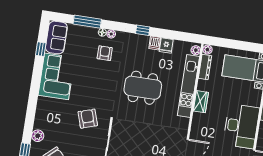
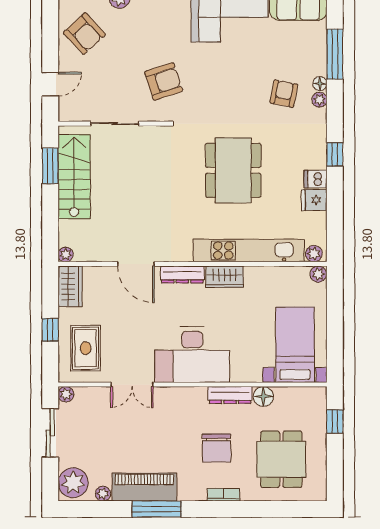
armchair: (105, 53) -> (284, 94), turned -79
dresser: (205, 67) -> (182, 274), moved

